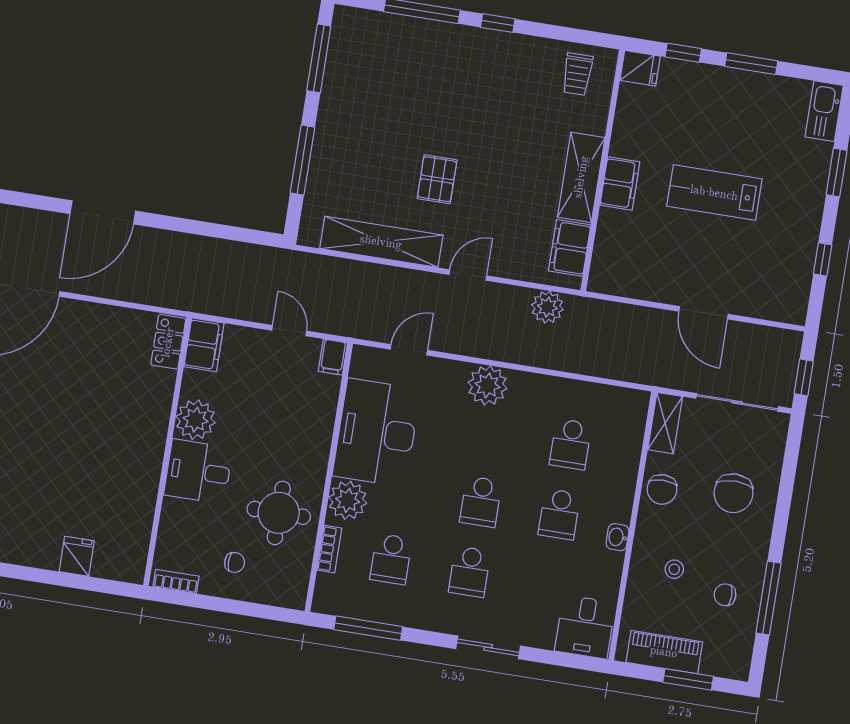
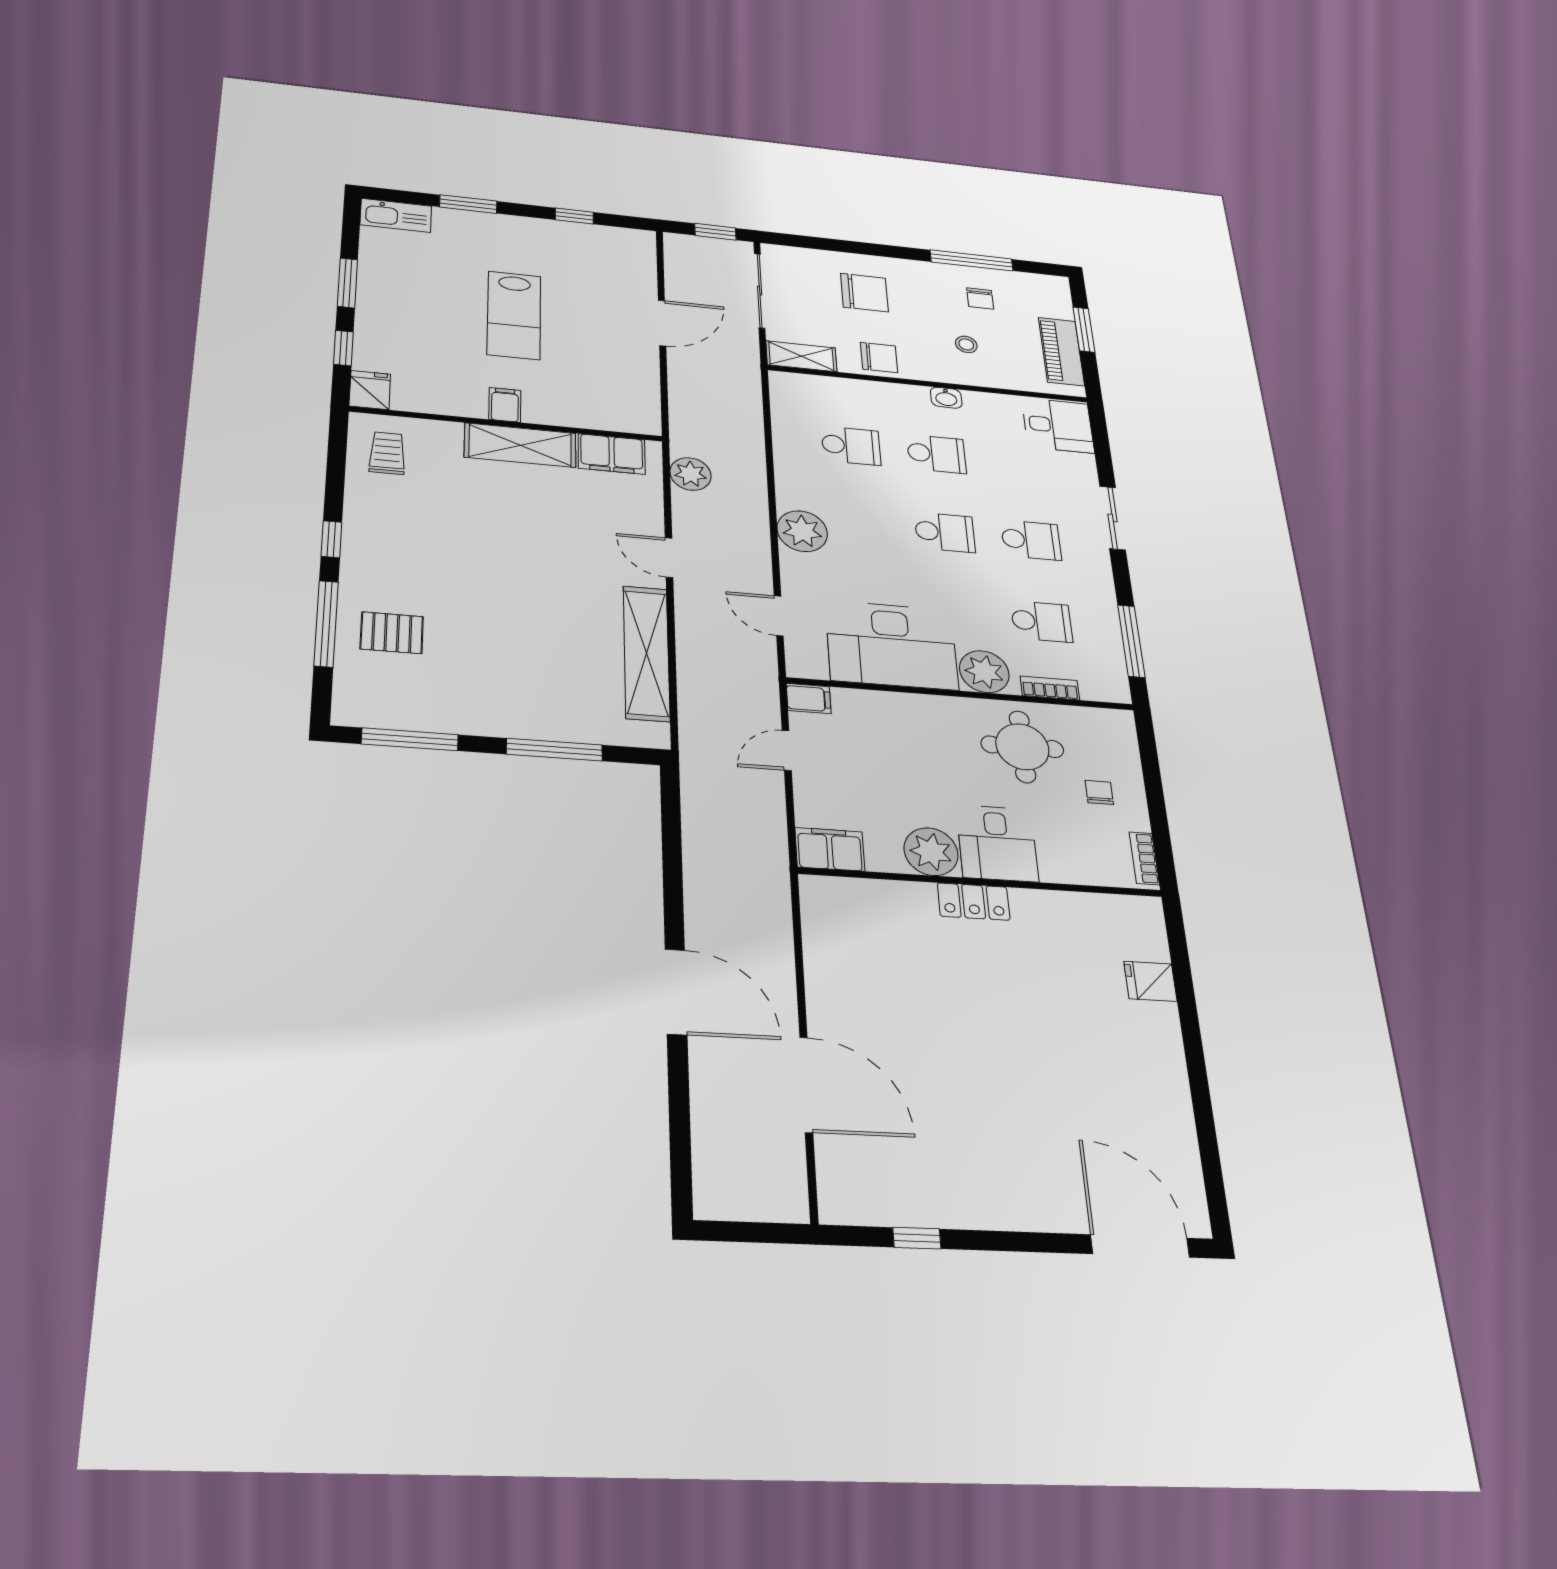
trolley: (577, 74) -> (387, 453), turned -90
pallet: (437, 179) -> (392, 633), moved
filing cabinet: (620, 183) -> (505, 405), width x0.50
locker: (168, 342) -> (974, 902), moved

